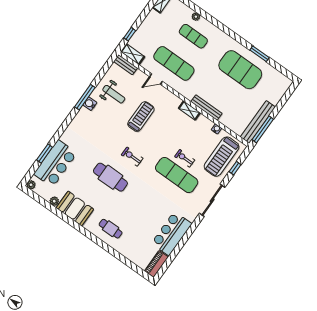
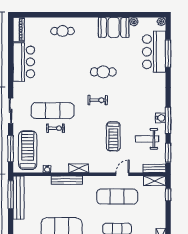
window: (104, 70) -> (168, 153), added
window: (45, 154) -> (168, 54), width x1.44
window: (235, 168) -> (11, 149), width x2.17
cafe table: (110, 177) -> (103, 72), width x0.73, depth x0.74
sliding door: (212, 200) -> (11, 111), width x0.73
cafe table: (111, 229) -> (63, 31), moved

